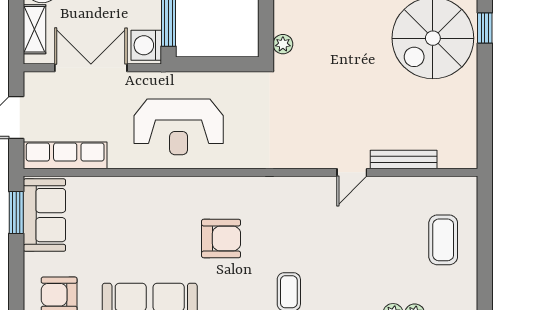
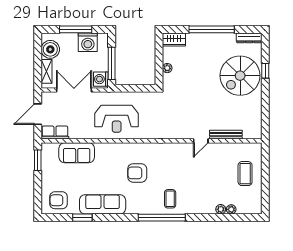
plant: (283, 44) -> (167, 68), moved
row of seats: (65, 155) -> (55, 133), width x0.68
sofa: (44, 215) -> (77, 153), moved, turned 90
armchair: (221, 238) -> (137, 173), turned 180

